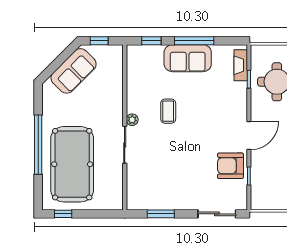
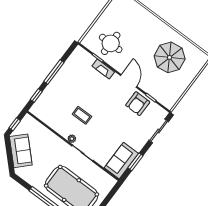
sofa: (188, 58) -> (121, 161), moved, turned 180
fireplace: (241, 65) -> (103, 69), moved

